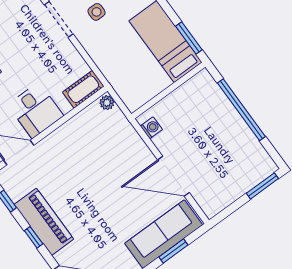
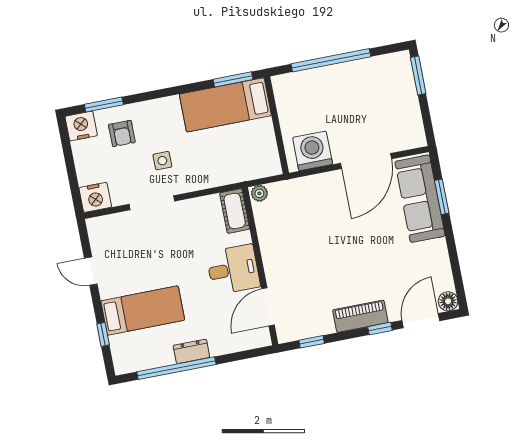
washing machine: (151, 128) -> (313, 151), width x1.89, depth x1.89
piano: (44, 222) -> (360, 316), width x0.73, depth x0.75
window: (34, 237) -> (380, 329), moved

